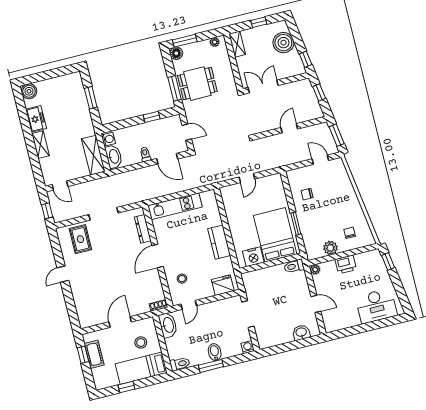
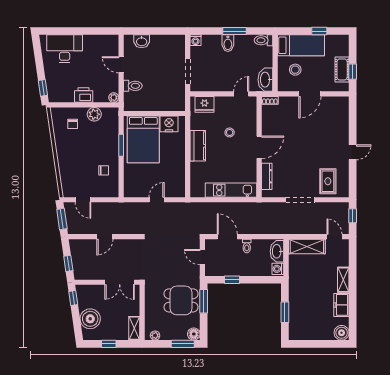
shelving: (93, 155) -> (307, 246), moved, turned 90
toilet: (294, 266) -> (133, 86), moved
stool: (182, 279) -> (230, 132), moved

